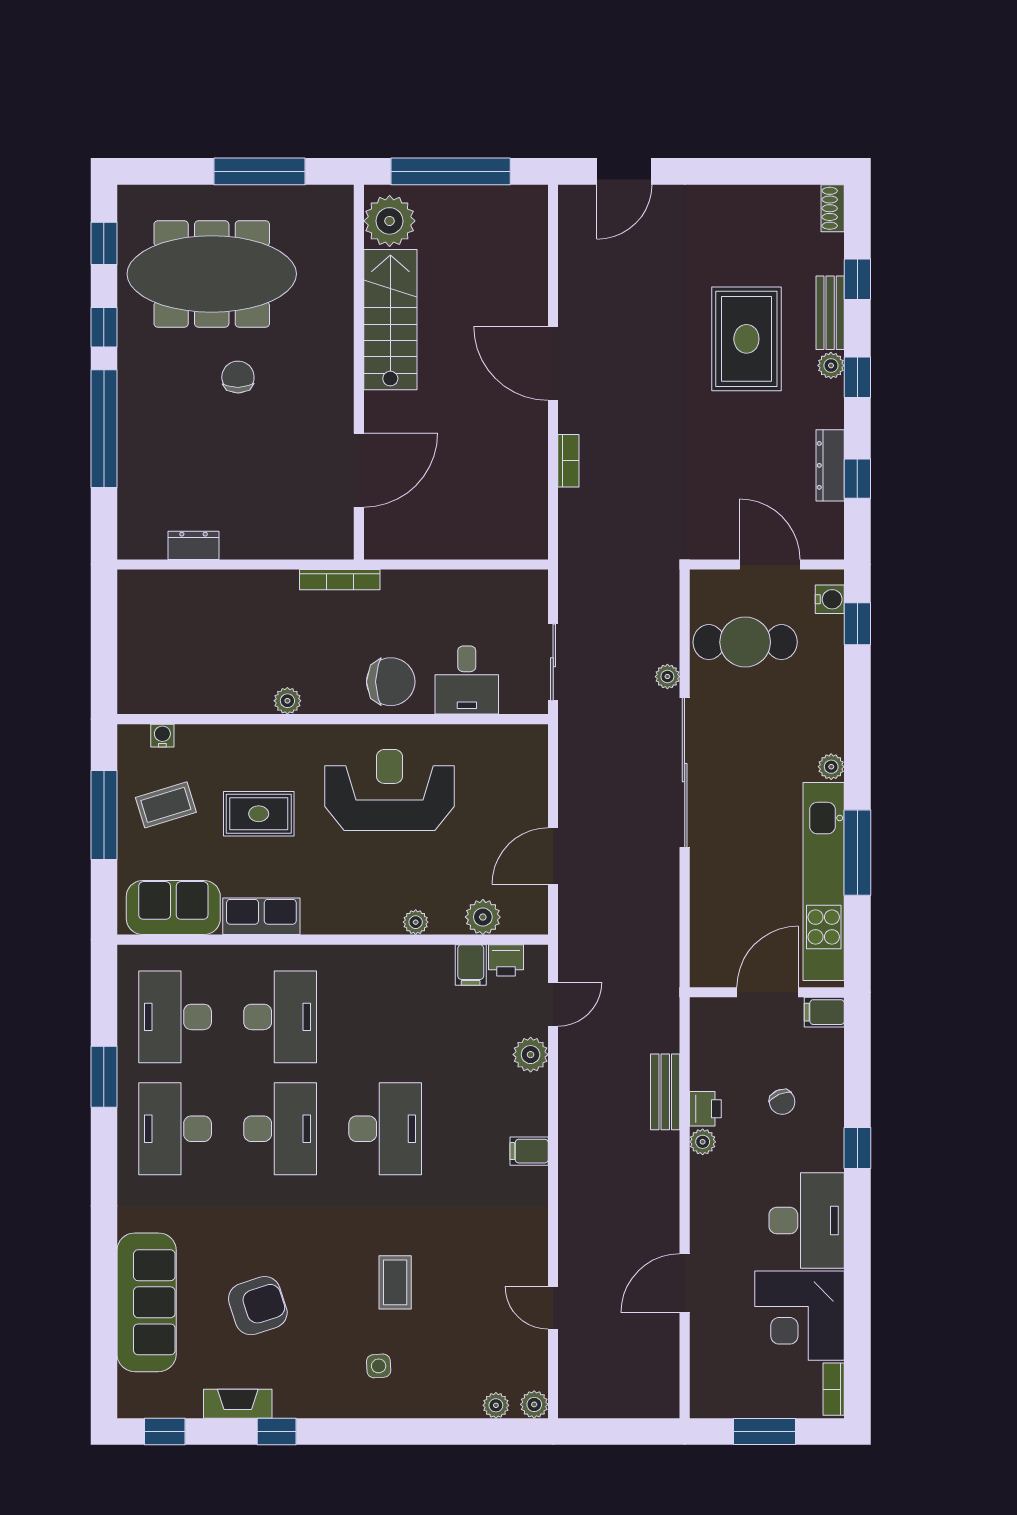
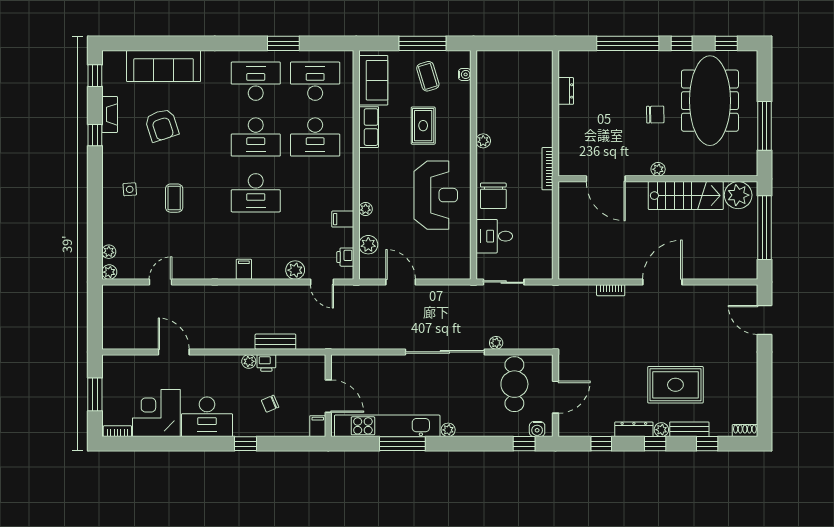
plant: (341, 372) -> (658, 169), added
dresser: (830, 465) -> (634, 429), moved
filing cabinet: (471, 965) -> (343, 219), moved
coffee table: (395, 1282) -> (174, 198), turned 90

